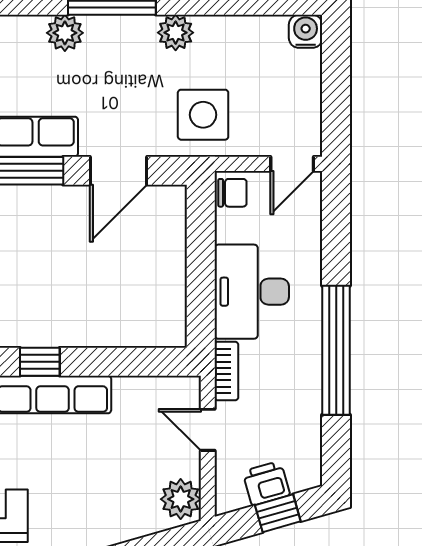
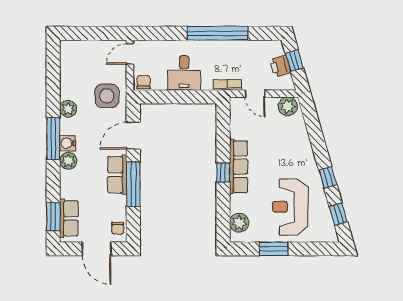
water cooler: (306, 31) -> (68, 143), moved
door: (292, 164) -> (130, 54), swing flipped
door: (118, 171) -> (133, 136), swing flipped
desk: (252, 292) -> (184, 73), width x0.73
door: (208, 430) -> (255, 94), hinge flipped

